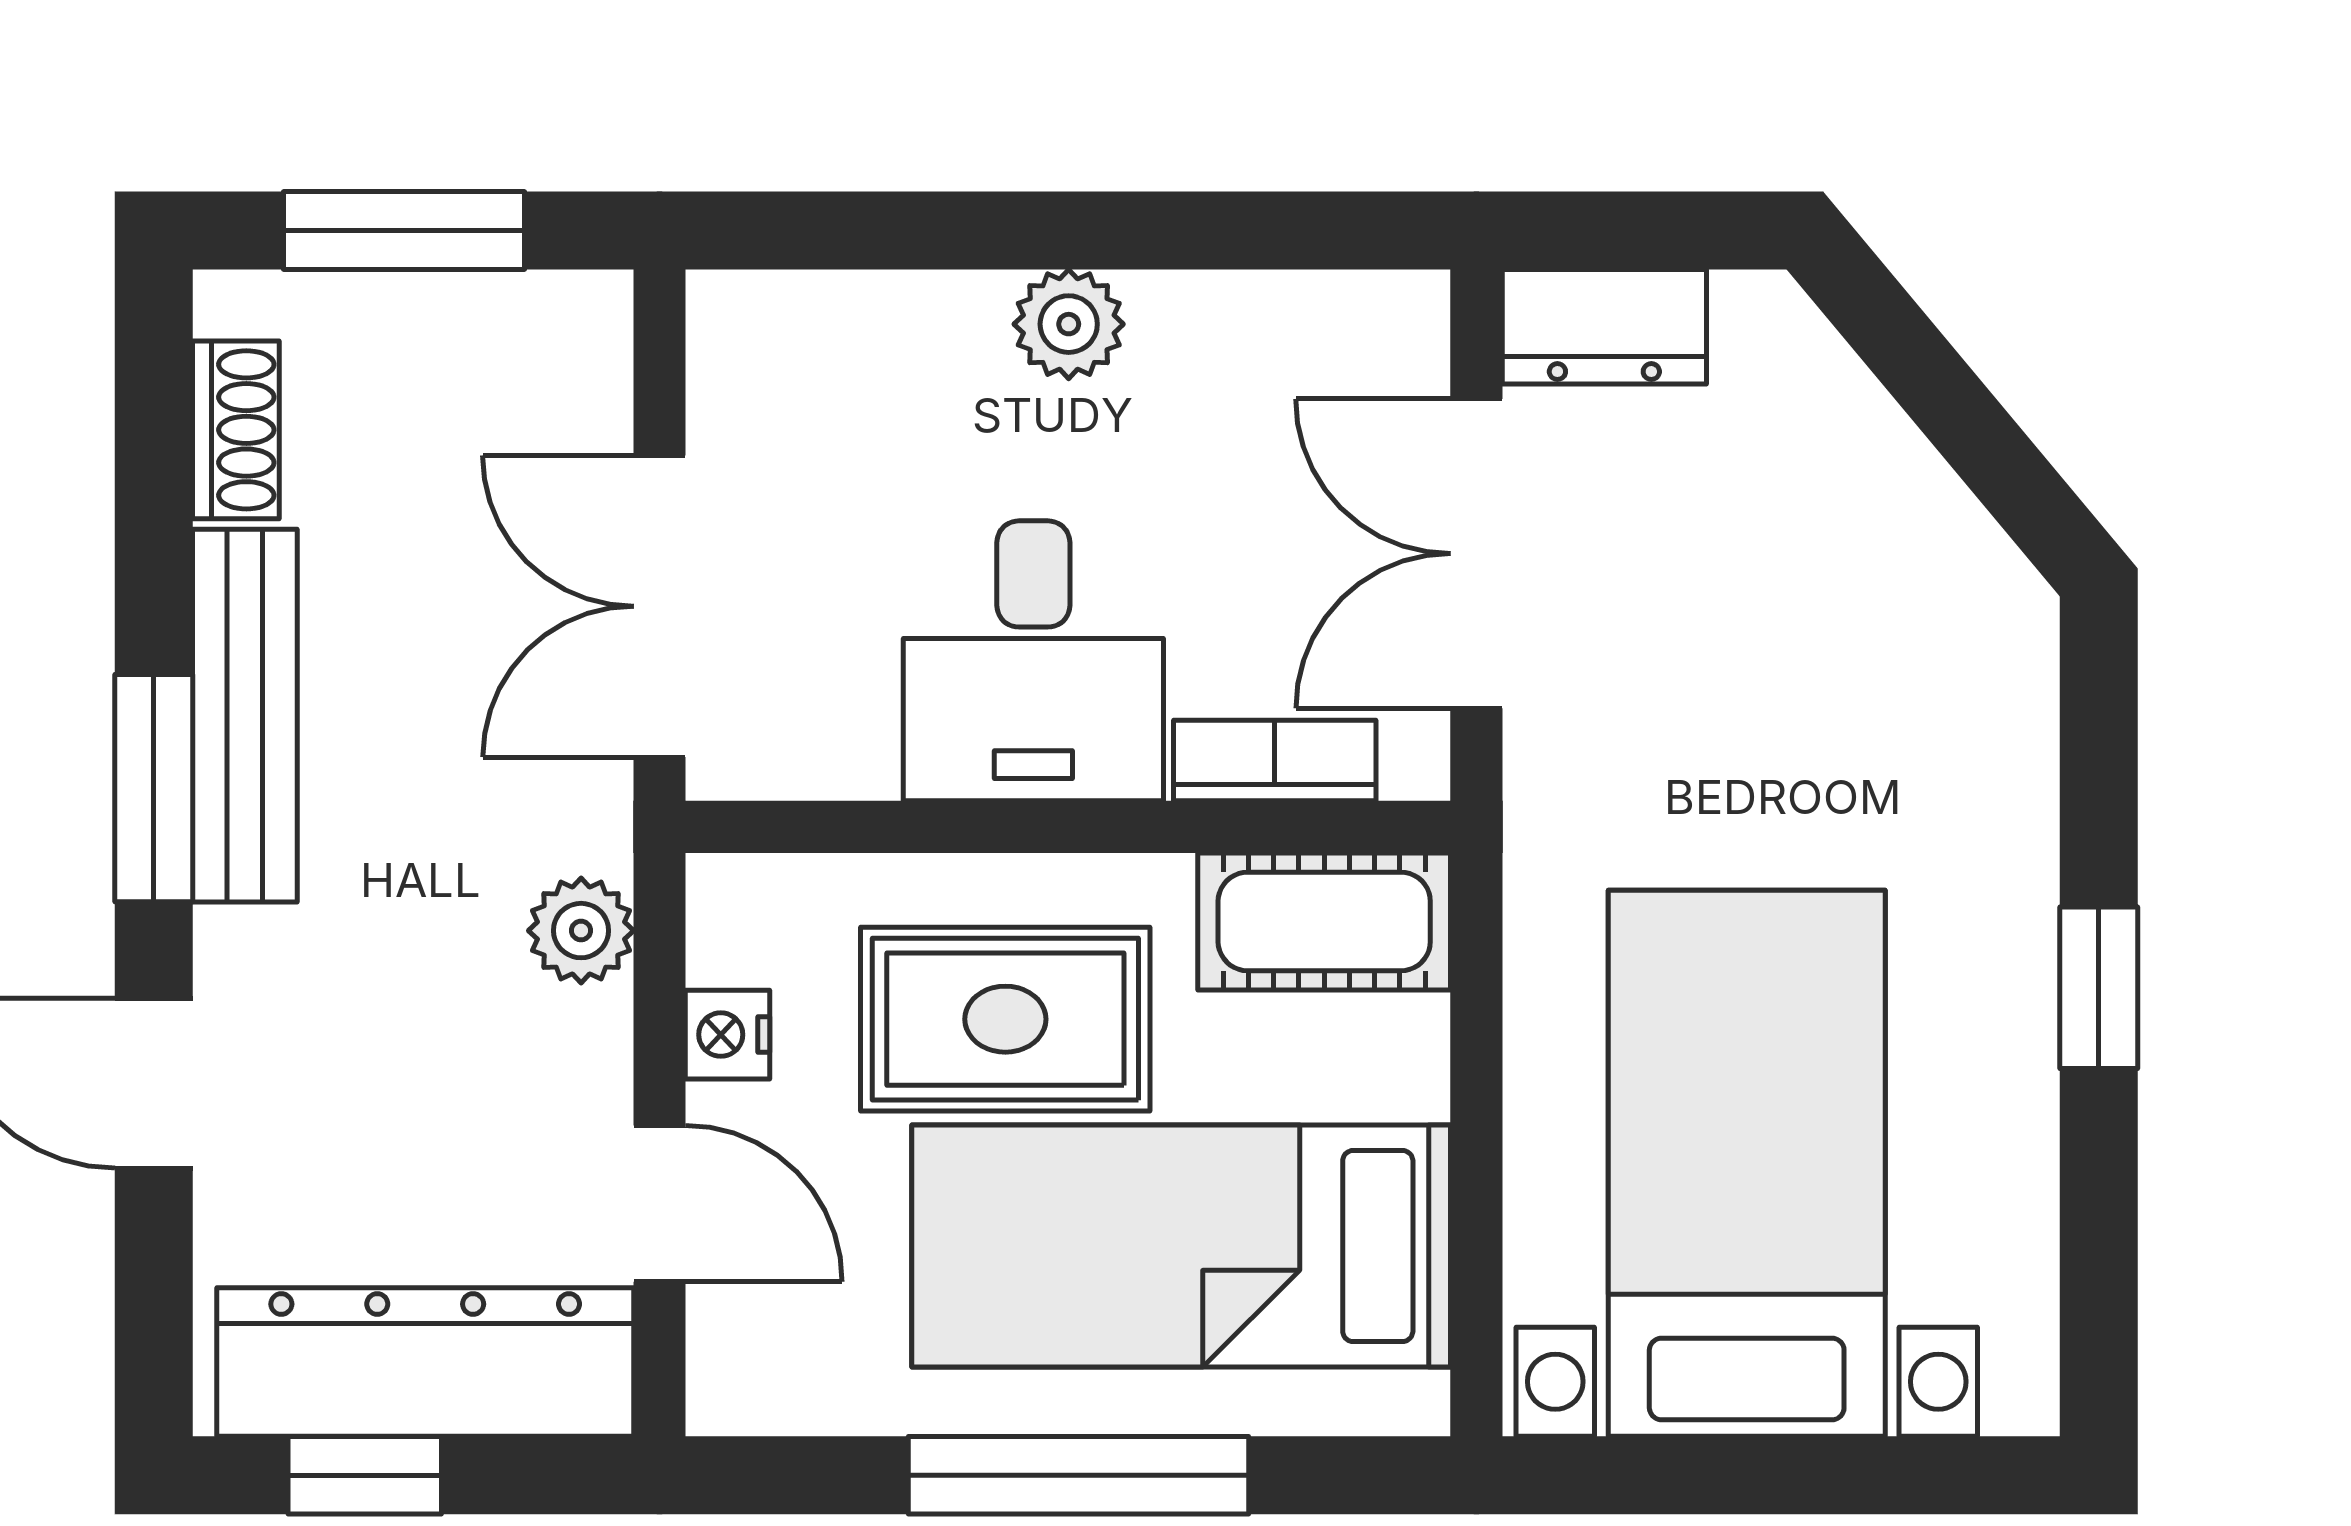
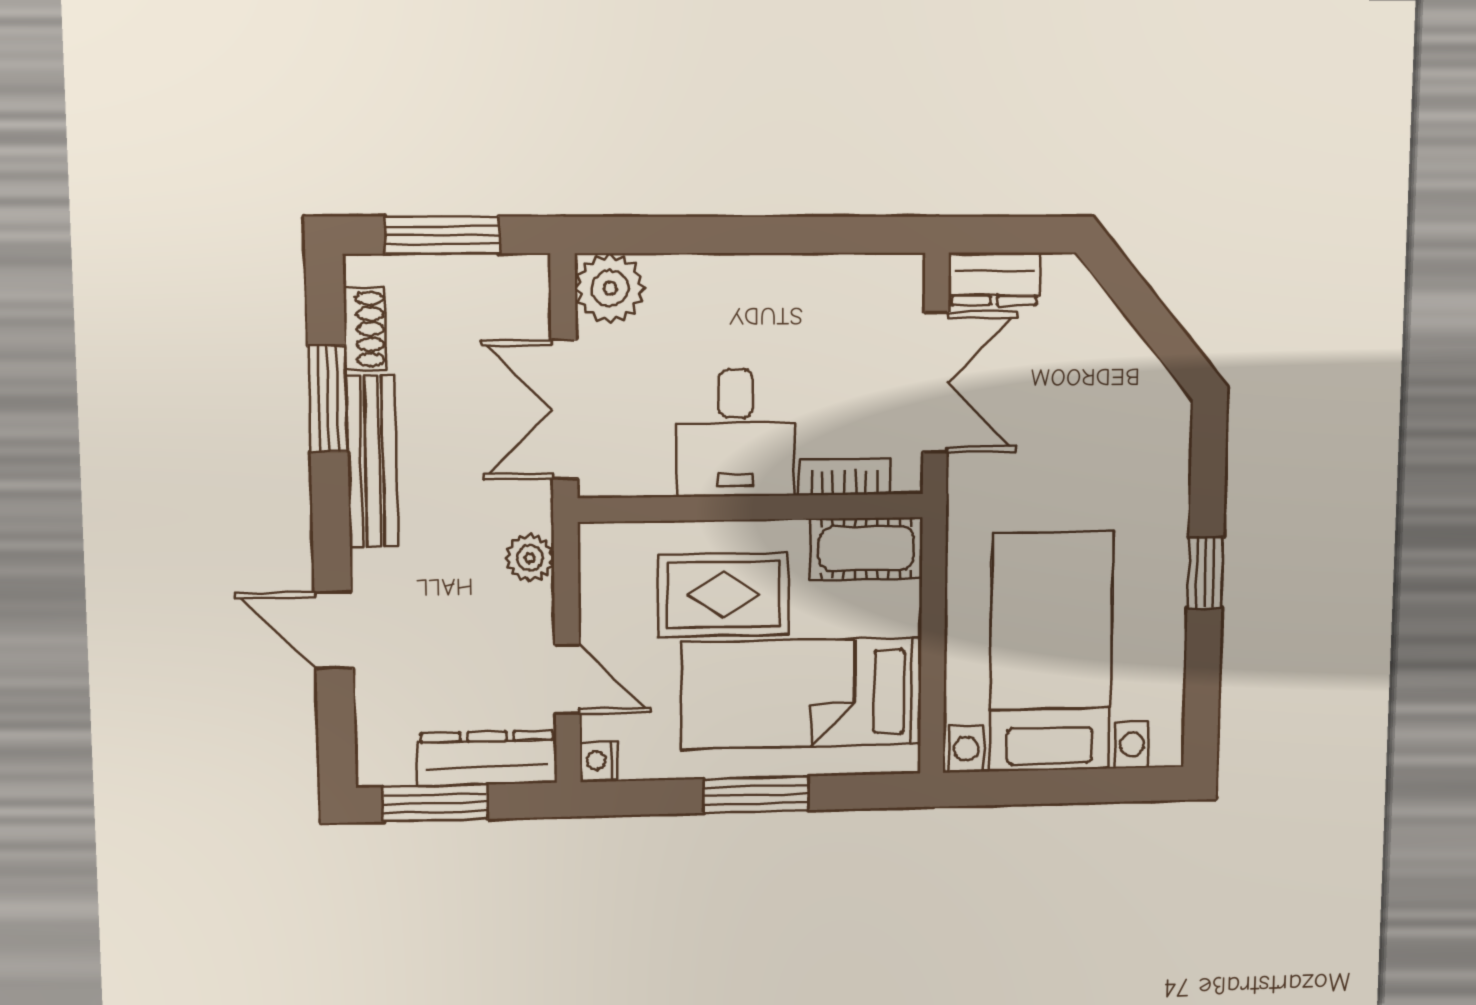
plant: (1069, 324) -> (610, 288), moved, width x1.38, depth x1.38
double door: (1476, 554) -> (936, 383), swing flipped
window: (154, 788) -> (328, 399), moved
nightstand: (728, 1035) -> (599, 760), moved
dresser: (425, 1362) -> (487, 758), width x0.73, depth x0.80
window: (365, 1475) -> (435, 803), width x1.50
window: (1079, 1475) -> (756, 795), width x0.69

